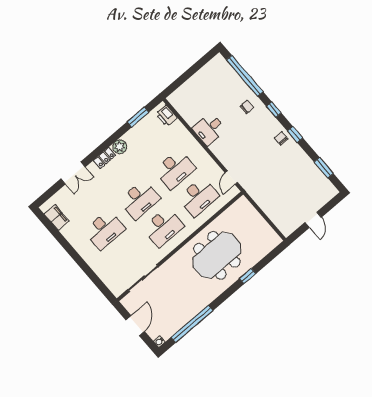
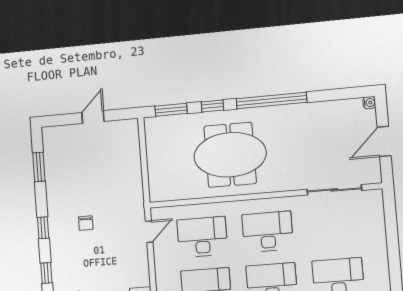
chair: (281, 138) -> (86, 223), moved
window: (270, 257) -> (171, 110), added
window: (192, 324) -> (271, 100), moved

